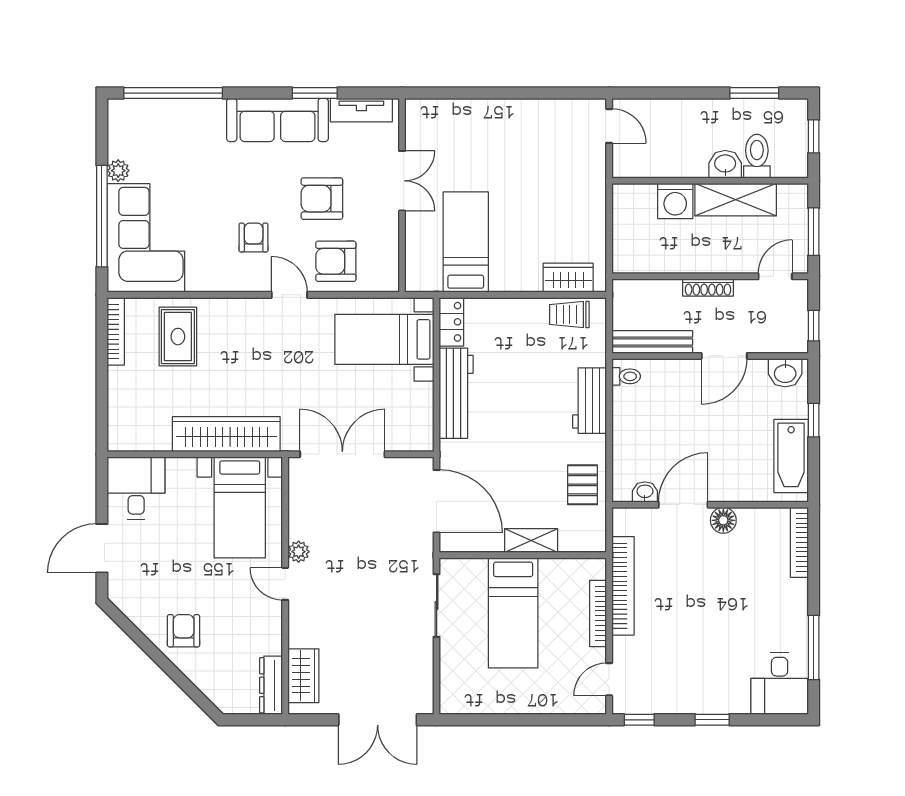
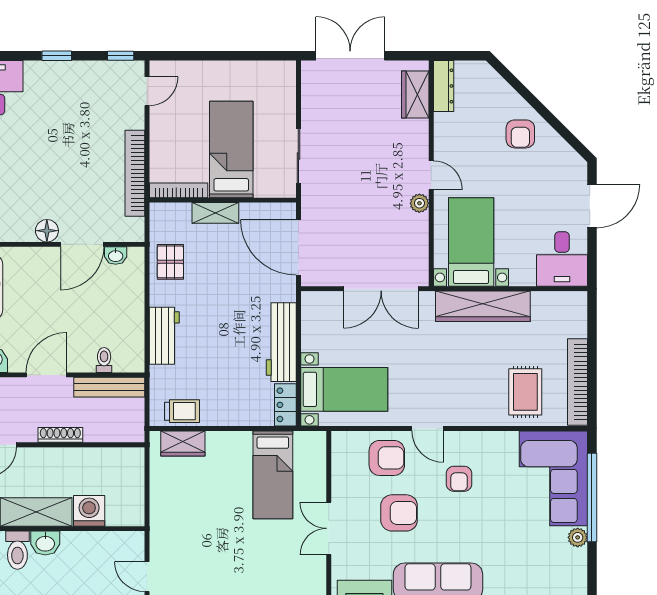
bookcase: (116, 332) -> (577, 382), width x1.48, depth x1.31
toilet: (626, 376) -> (104, 360), moved, turned 90
bookcase: (598, 613) -> (179, 190), moved, turned -90

